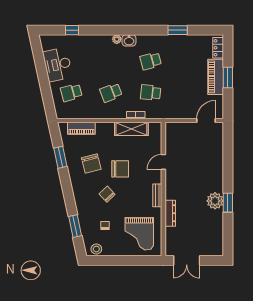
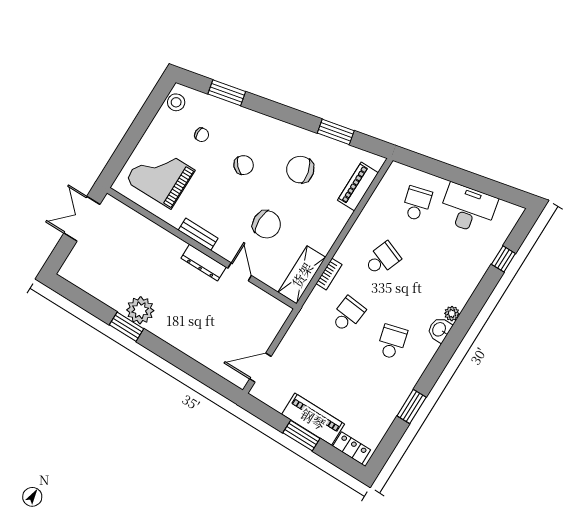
school desk: (111, 93) -> (382, 259), turned 42
door: (206, 121) -> (260, 368), swing flipped
shelving: (131, 129) -> (302, 275), moved
chair: (120, 169) -> (267, 224), moved, turned -90
dresser: (170, 213) -> (204, 263), moved

